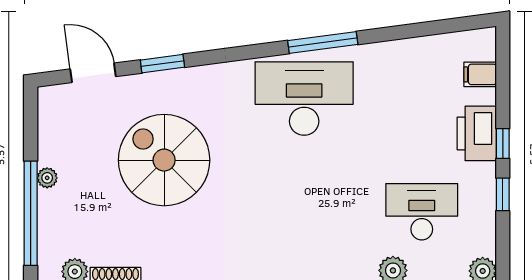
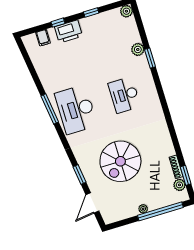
window: (503, 143) -> (58, 23), moved
desk: (422, 212) -> (124, 95), moved

